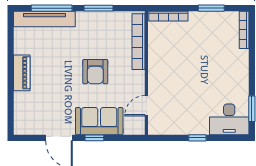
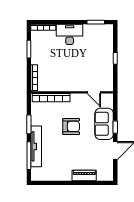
tv unit: (44, 19) -> (36, 146), moved
piano: (22, 73) -> (84, 176), moved
desk: (229, 119) -> (70, 34), moved, turned -90

